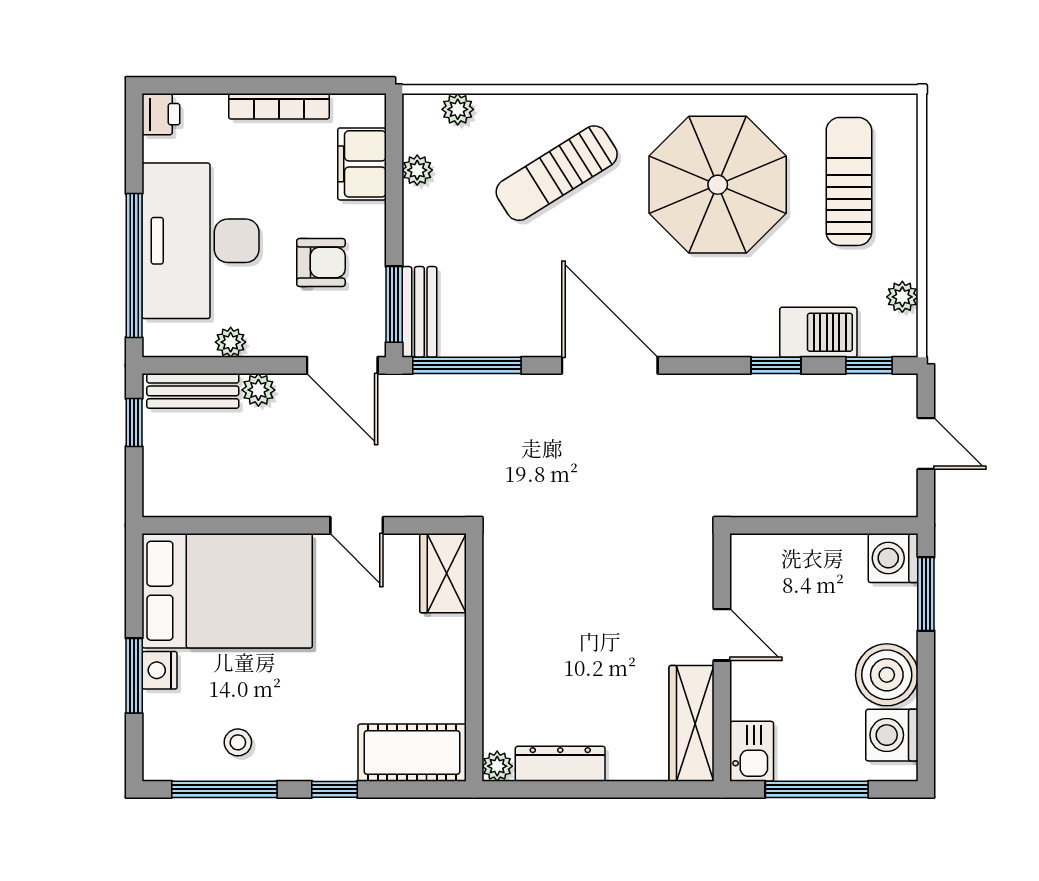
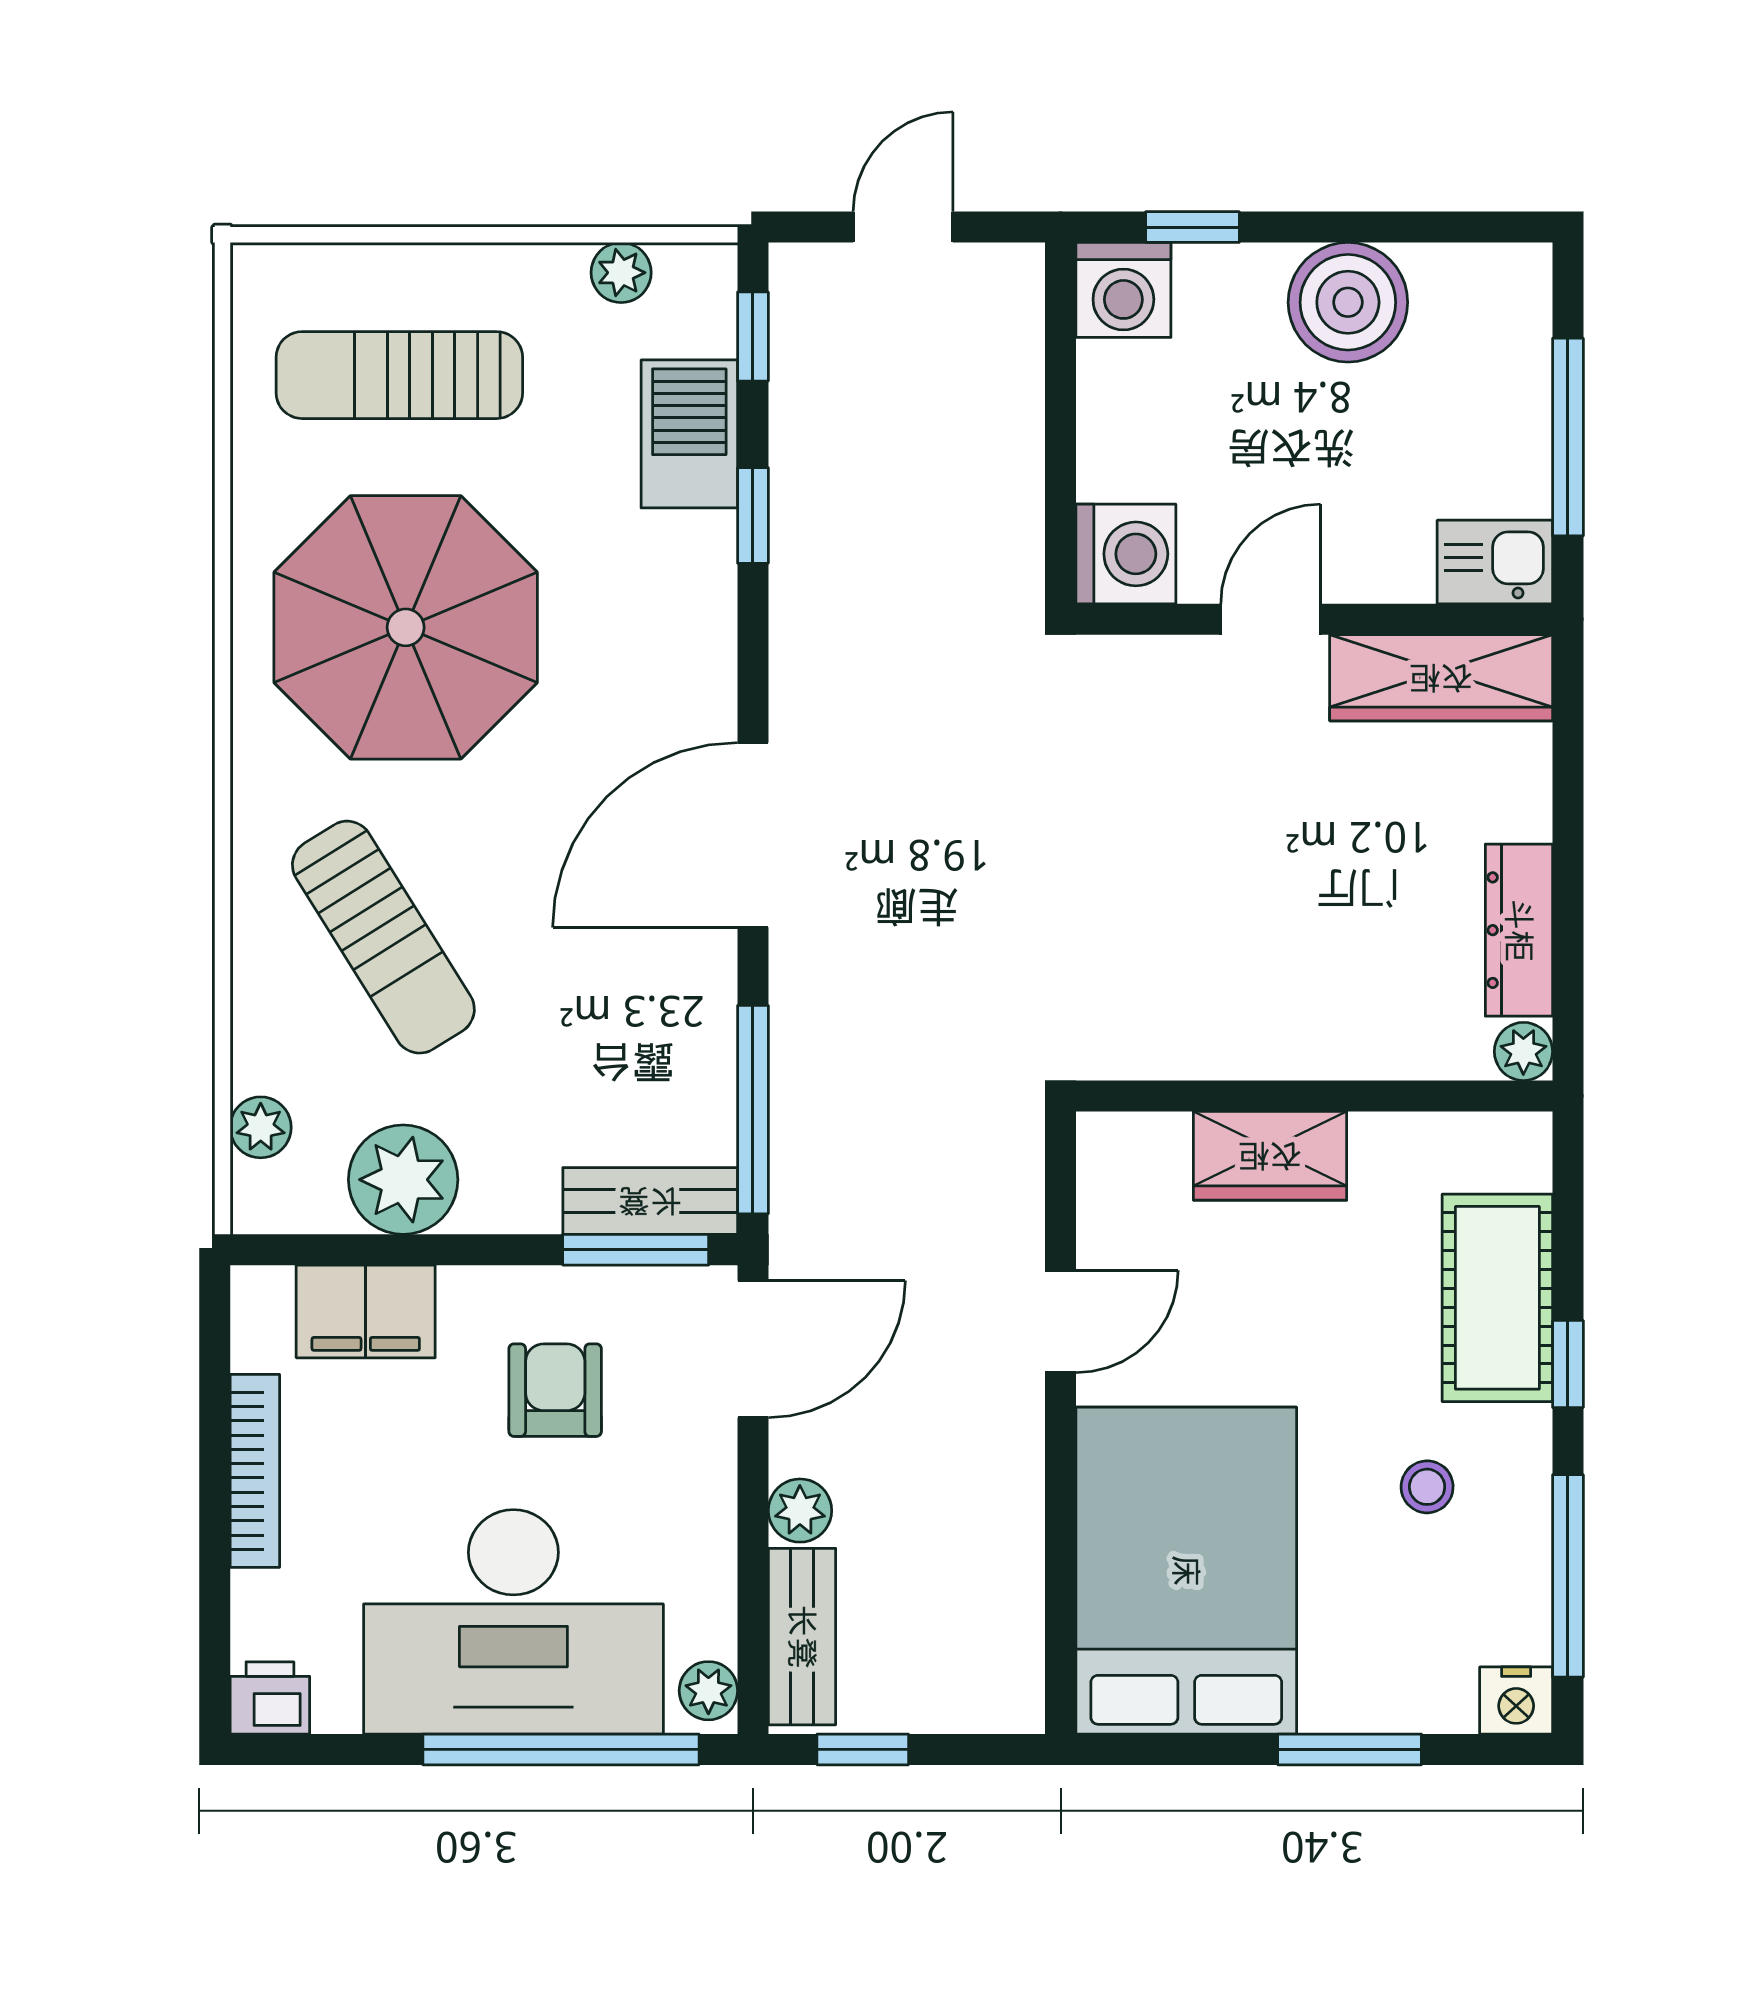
plant: (417, 170) -> (403, 1180), width x1.87, depth x1.87
plant: (231, 342) -> (708, 1691), moved
wardrobe: (443, 573) -> (1270, 1156), moved
window: (926, 594) -> (1192, 227), width x0.67
nightstand: (160, 670) -> (1516, 1701), moved
washing machine: (892, 735) -> (1126, 554), moved, turned -90
stool: (238, 742) -> (1427, 1487), moved
cot: (412, 753) -> (1497, 1298), moved

